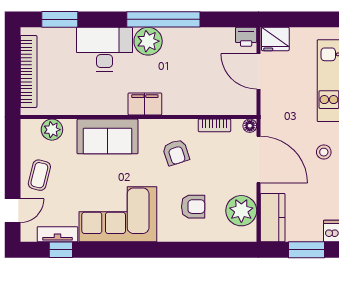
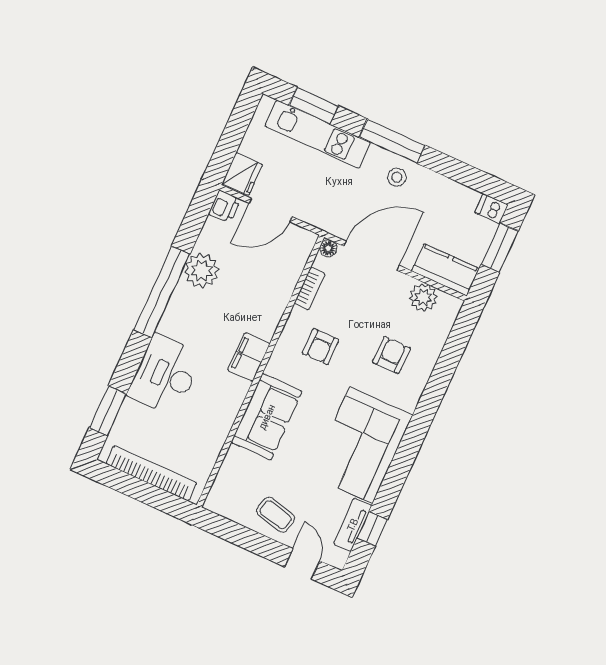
plant: (148, 41) -> (202, 271), moved
plant: (52, 130) -> (230, 477), removed
armchair: (176, 152) -> (320, 347), turned 108
plant: (241, 211) -> (423, 297), width x0.73, depth x0.73

